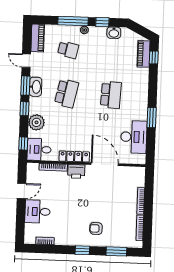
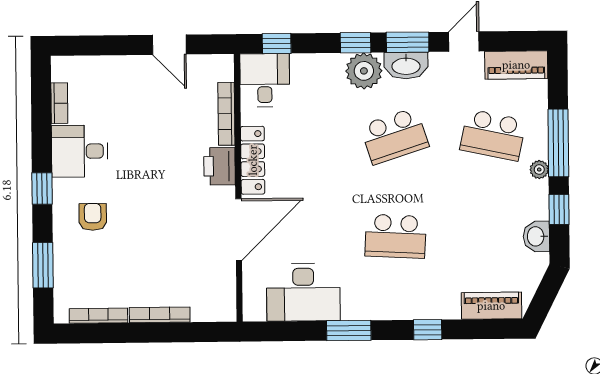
school desk: (68, 50) -> (493, 135), width x1.85
window: (154, 57) -> (428, 330), moved
school desk: (67, 93) -> (394, 136), turned -30
plant: (36, 122) -> (364, 71), moved
desk: (37, 212) -> (80, 151), moved, turned -90

